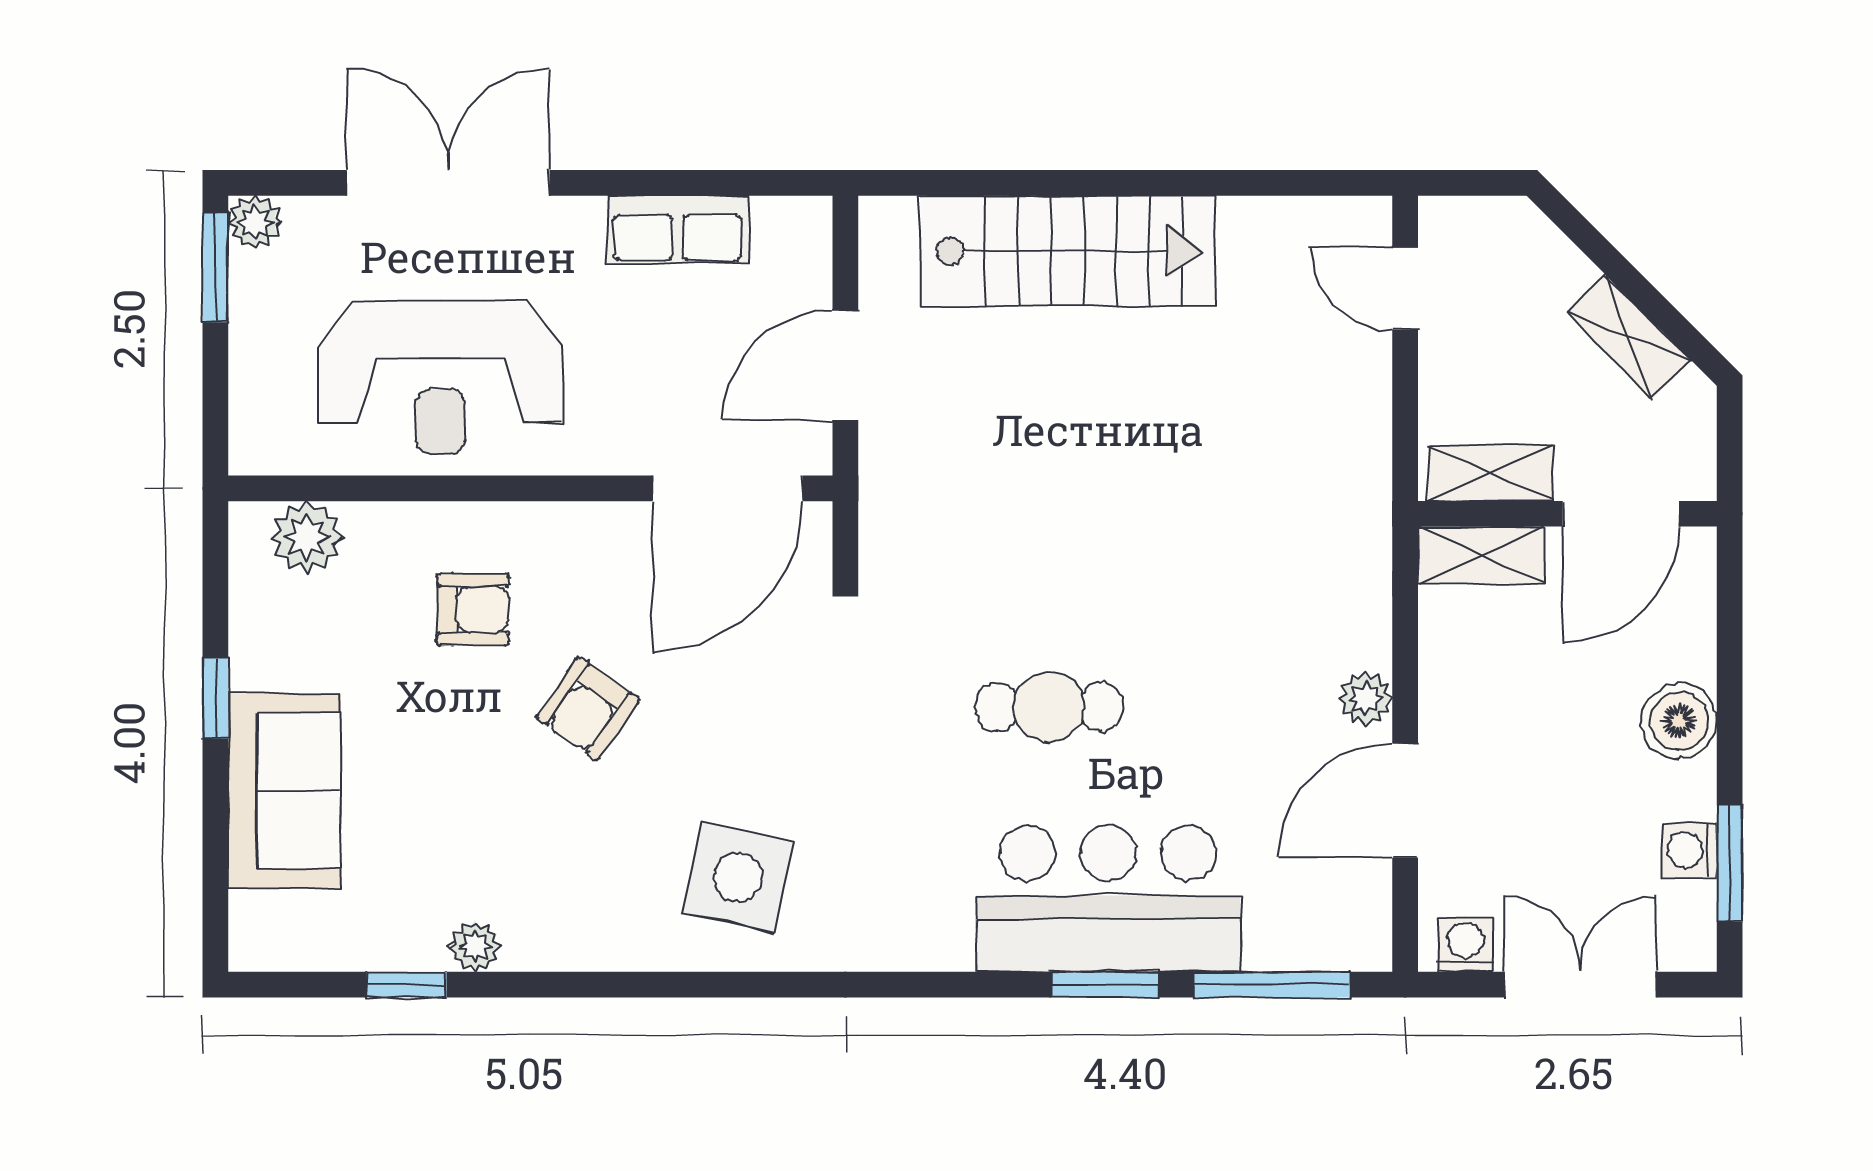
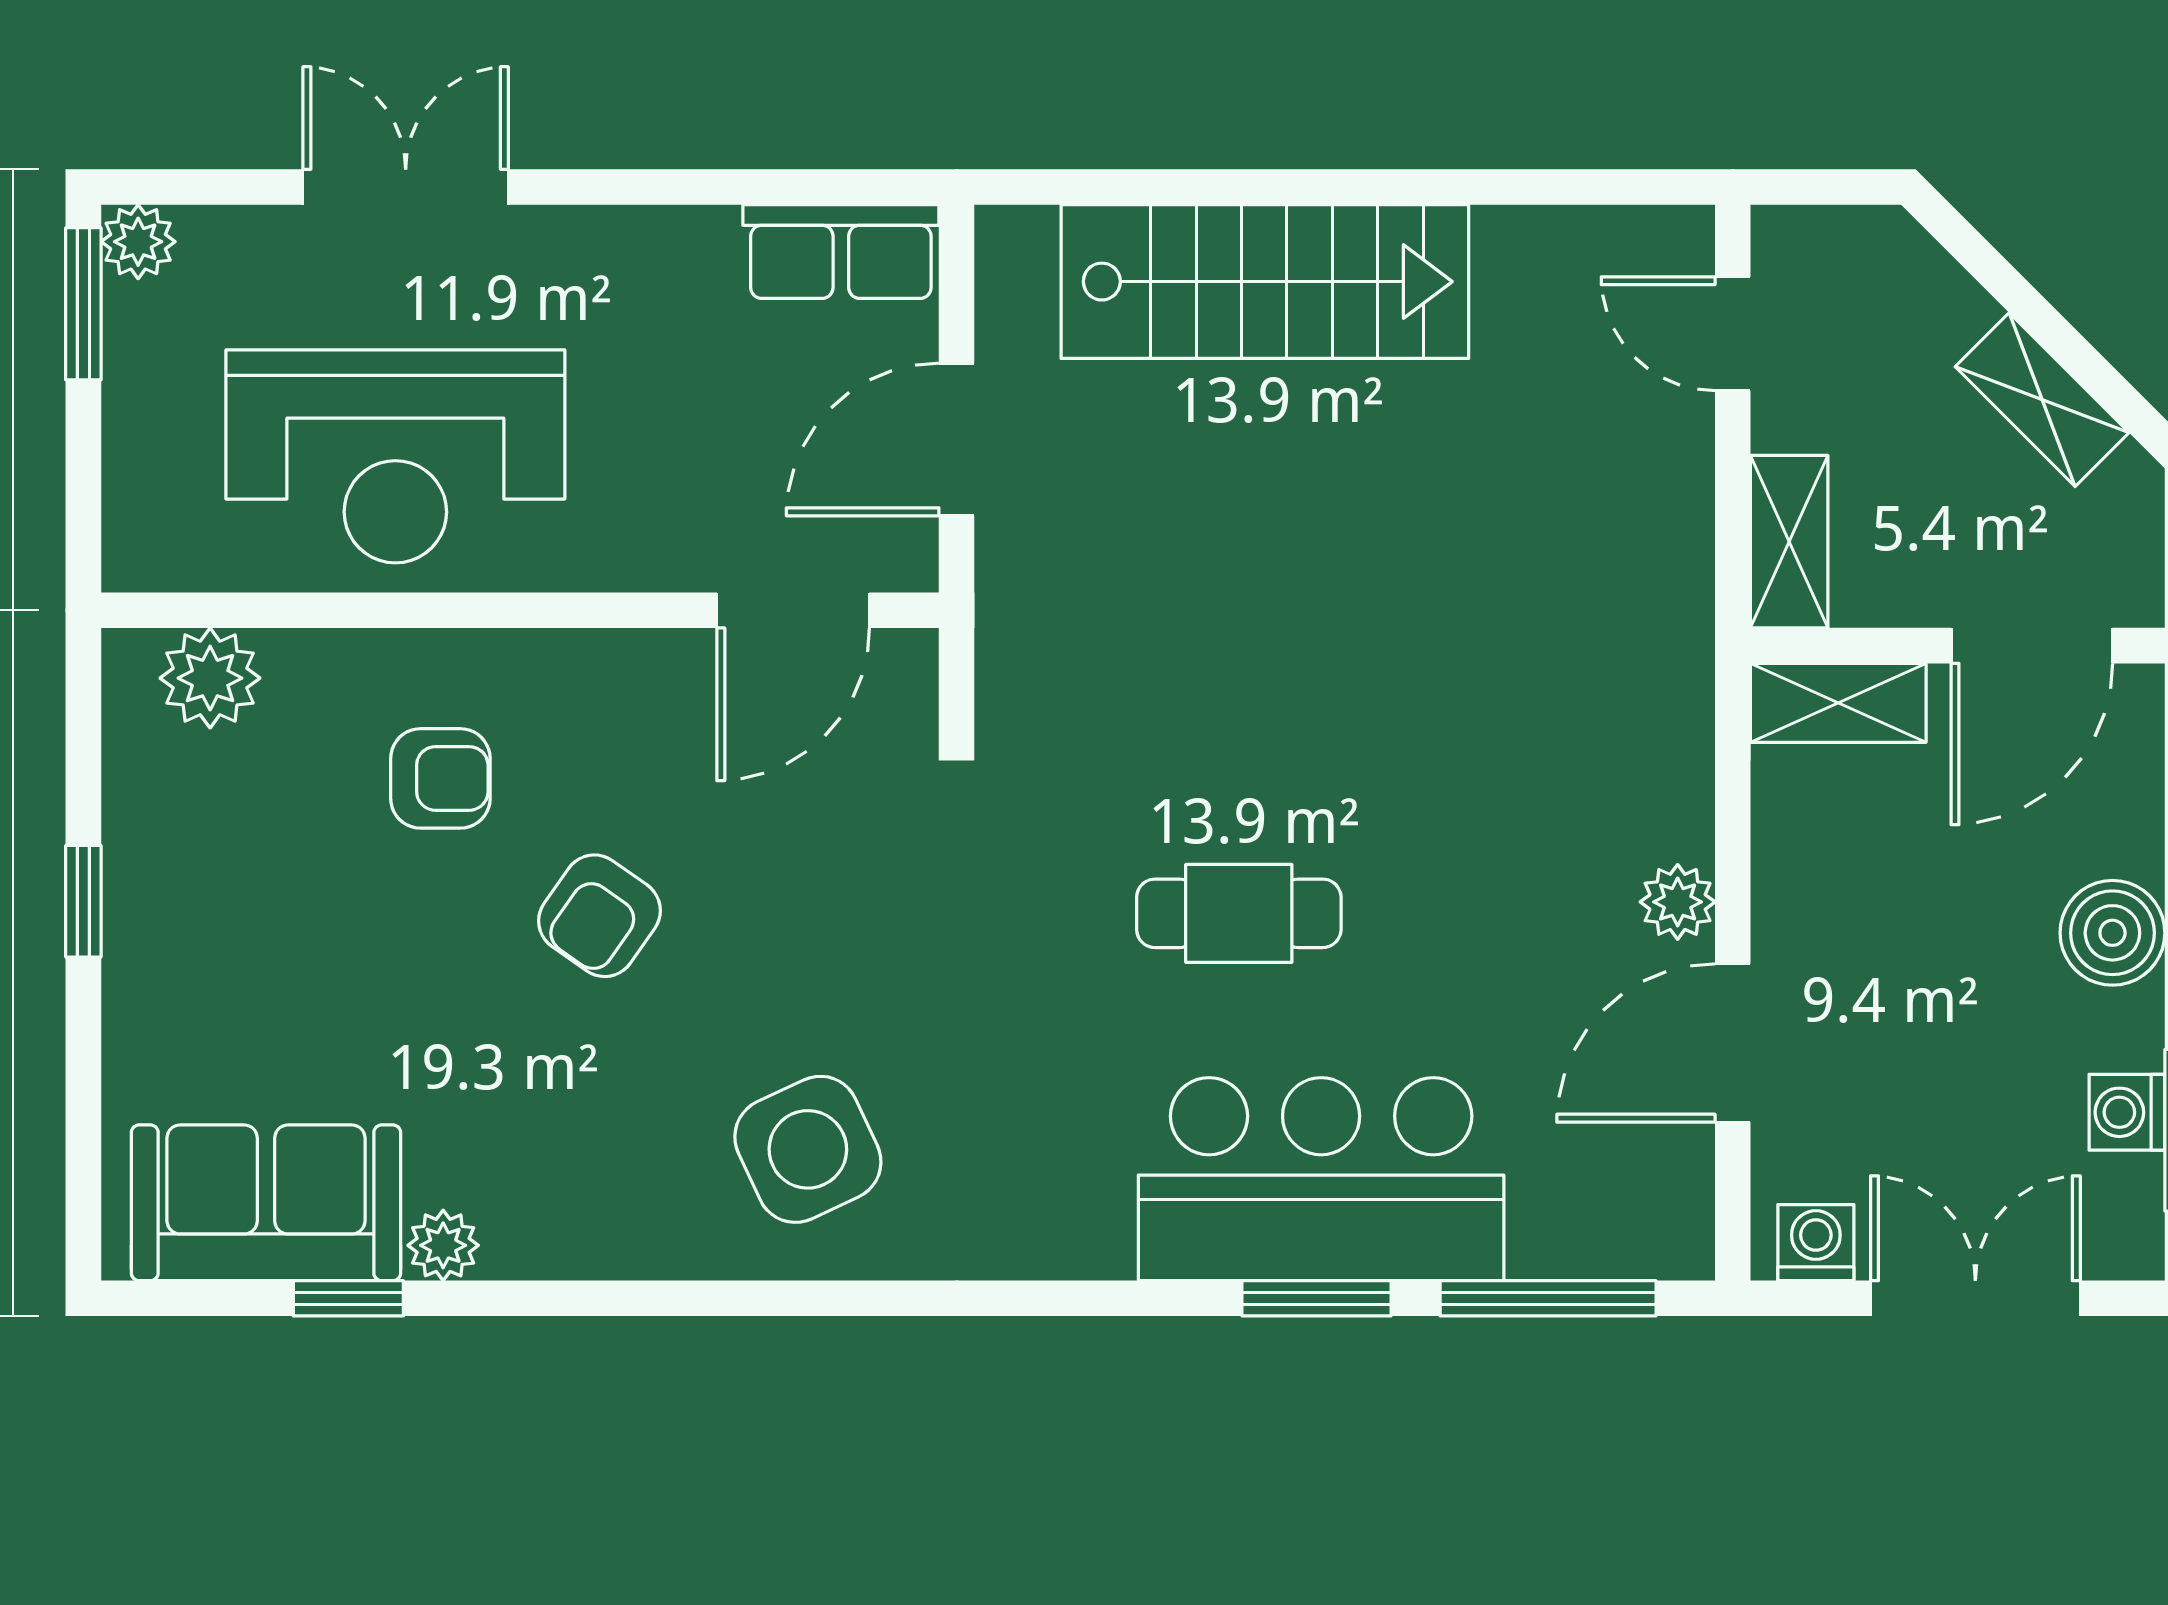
double door: (448, 183) -> (406, 187), width x0.73
row of seats: (678, 229) -> (841, 252), moved
shelving: (1491, 473) -> (1789, 542), moved, turned 90
door: (727, 488) -> (793, 610), width x0.73
sofa: (284, 791) -> (266, 1203), moved, turned -90
side table: (738, 877) -> (808, 1149), turned -38

